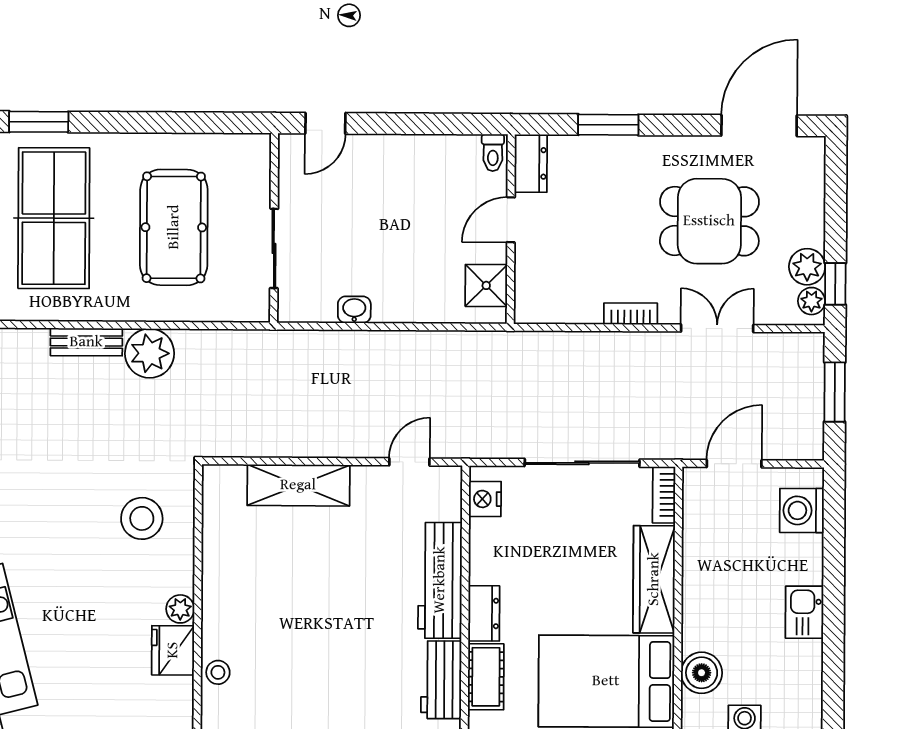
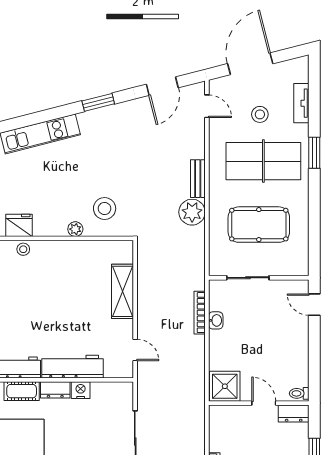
shower: (486, 285) -> (225, 386), width x1.36, depth x1.36
bookcase: (339, 340) -> (200, 313), added
nightstand: (485, 499) -> (81, 390), moved
plant: (180, 609) -> (75, 229), moved
fridge: (173, 650) -> (19, 225), moved

